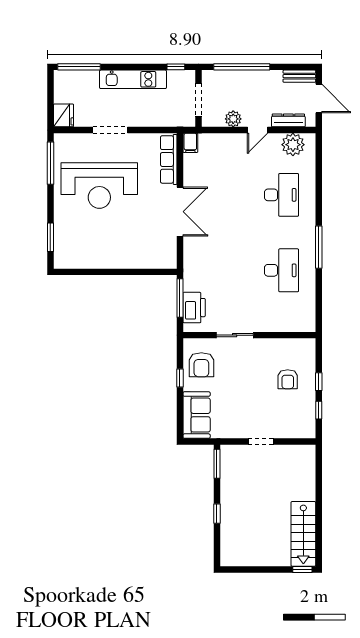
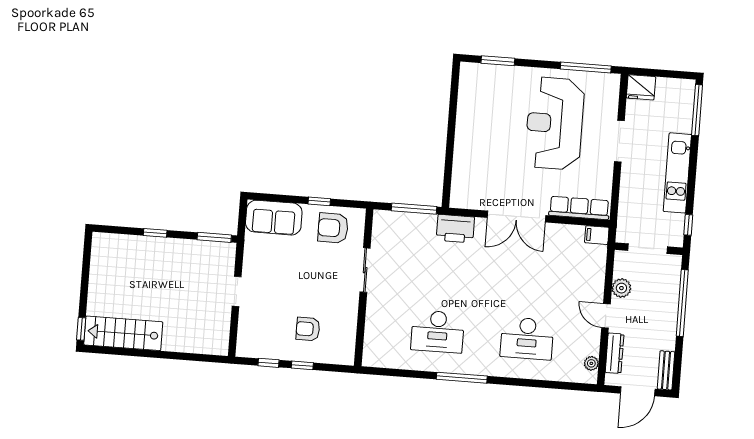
plant: (293, 145) -> (591, 363), width x0.53, depth x0.53
printer: (194, 308) -> (455, 229), moved

